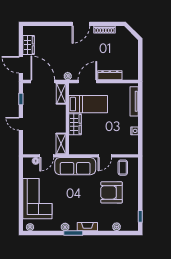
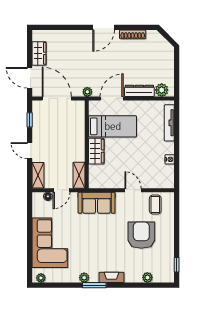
plant: (128, 75) -> (162, 90), added
shelving: (61, 94) -> (38, 175), moved
door: (105, 156) -> (133, 190), swing flipped
sofa: (75, 166) -> (97, 203), width x0.73
armchair: (112, 192) -> (141, 235), turned 90

